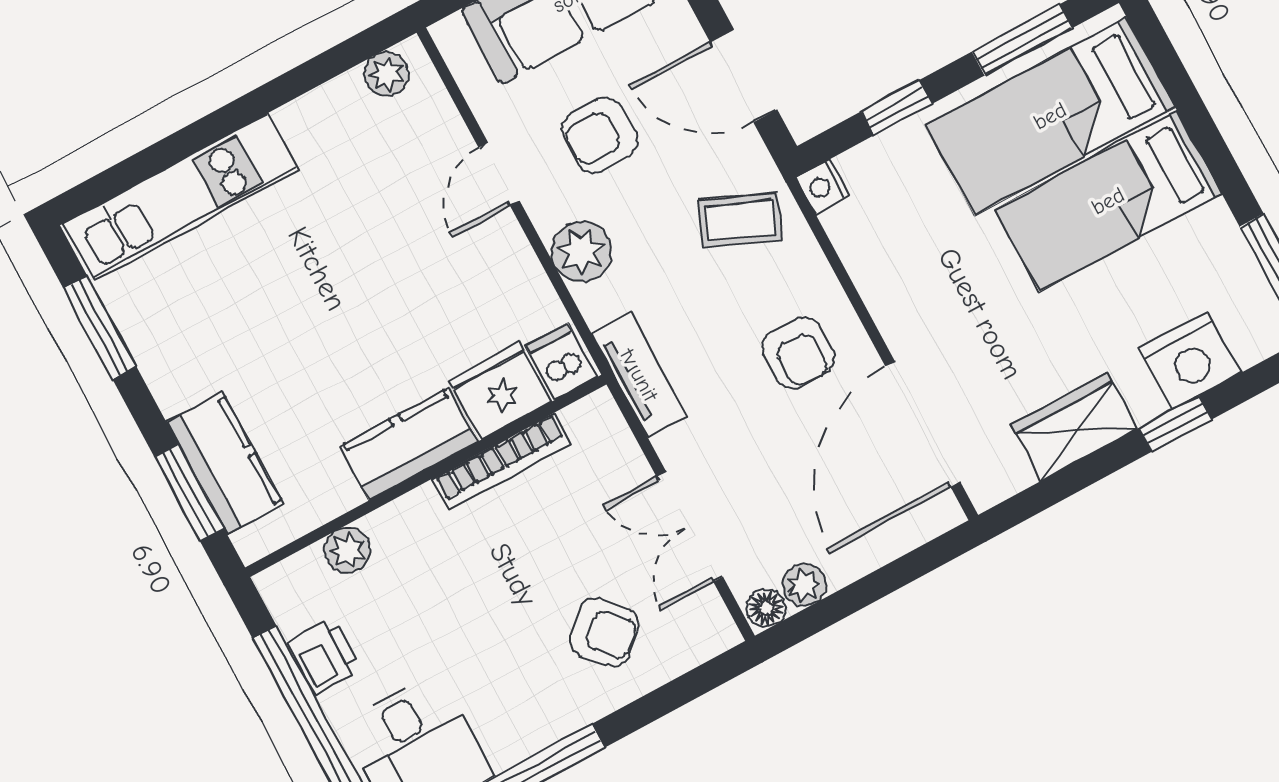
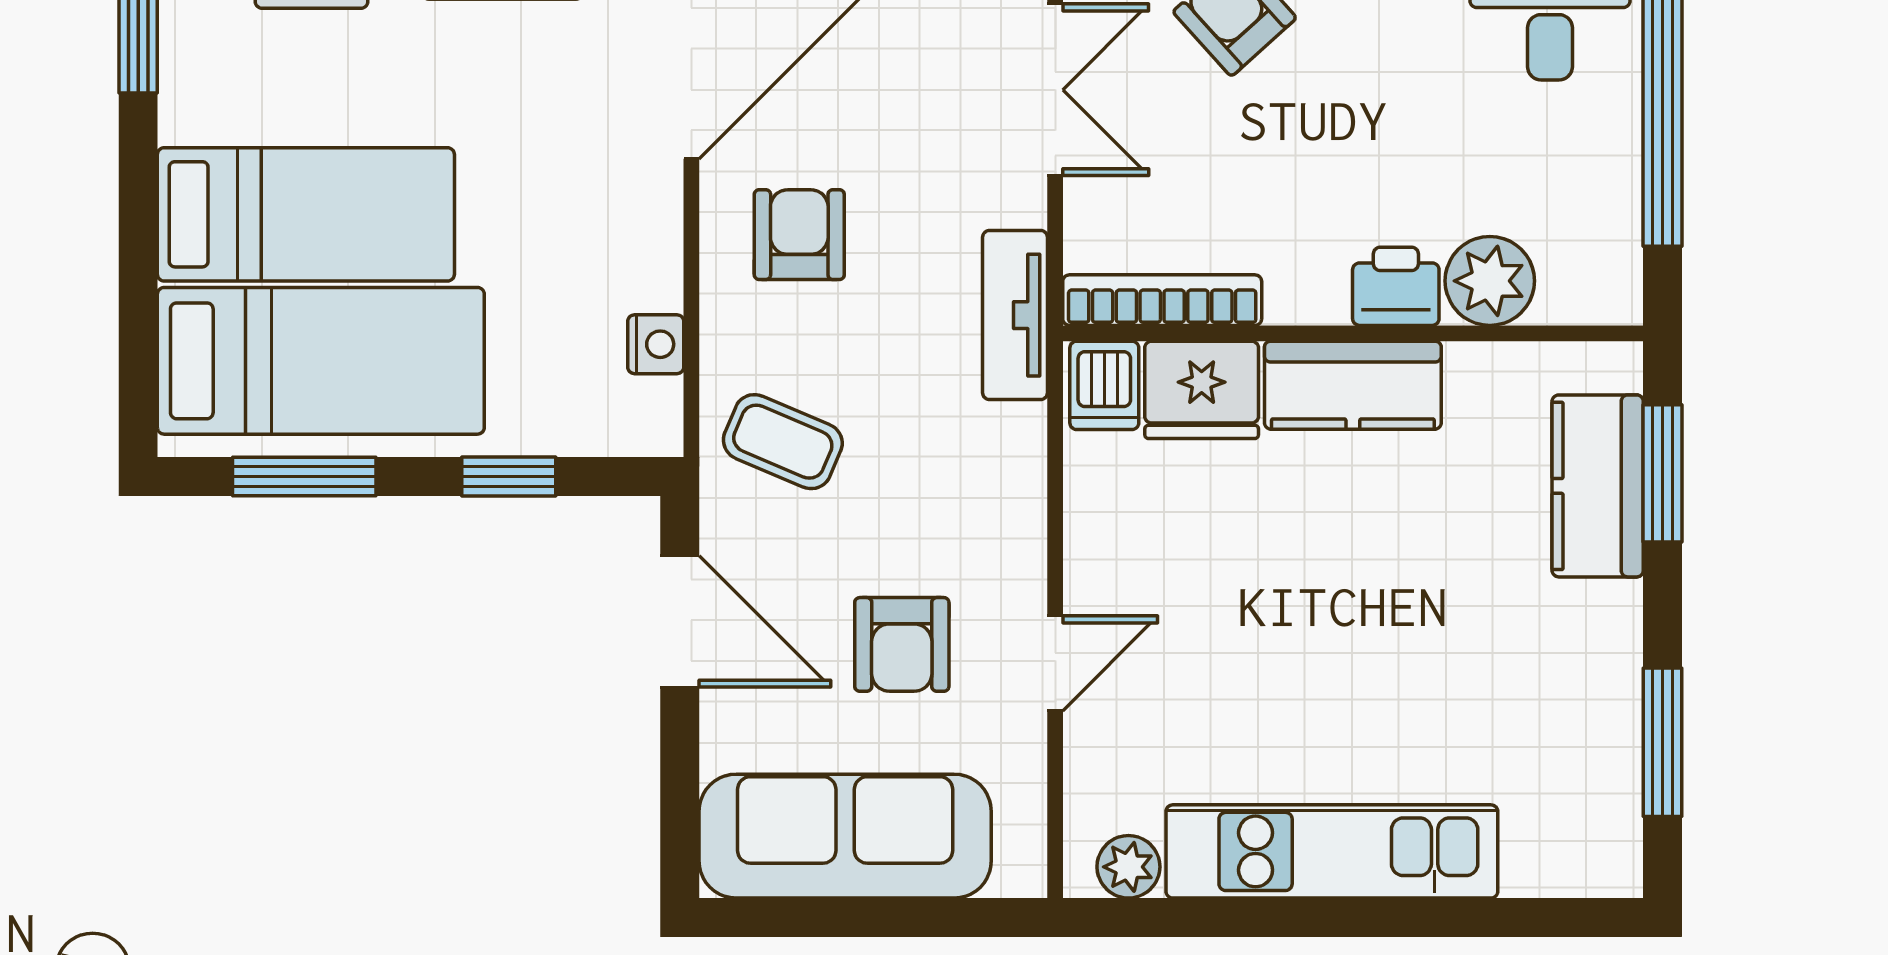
armchair: (600, 135) -> (902, 644), turned 90
nightstand: (823, 187) -> (656, 344), moved
kitchen unit: (181, 197) -> (1332, 851), moved
plant: (581, 252) -> (1004, 510), removed
bookcase: (502, 461) -> (1162, 300), moved
plant: (348, 550) -> (1490, 281), width x1.38, depth x1.38
printer: (324, 656) -> (1396, 286), moved, turned 90

